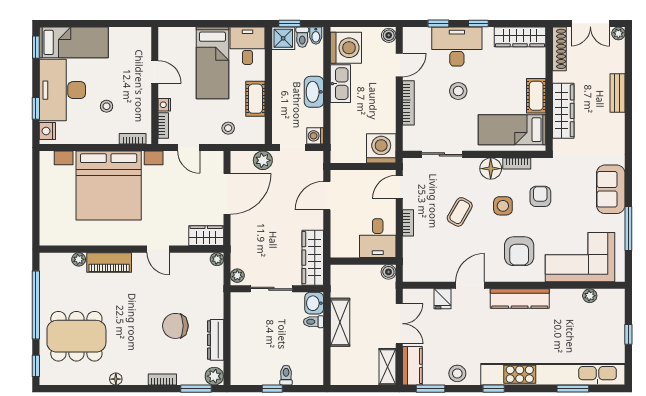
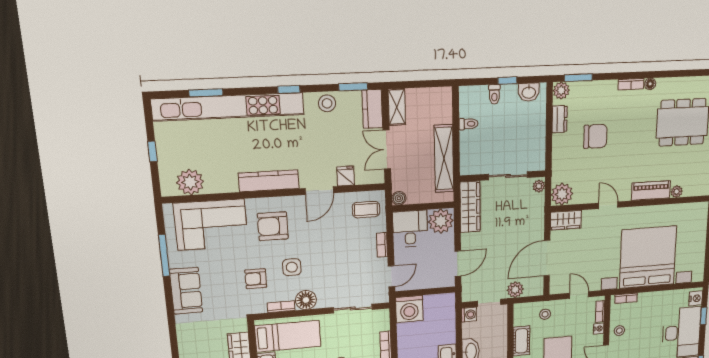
stool: (107, 106) -> (619, 331), moved
armchair: (540, 196) -> (256, 279), turned 90
coffee table: (460, 212) -> (366, 210), moved, turned 60
plant: (345, 244) -> (441, 221), added
armchair: (519, 251) -> (273, 226), turned -90
plant: (217, 259) -> (562, 194), width x1.88, depth x1.88
plant: (590, 296) -> (190, 182), width x1.87, depth x1.87
washbasin: (314, 303) -> (529, 92), moved, turned 90
toilet: (314, 322) -> (469, 124), moved
shelving: (340, 322) -> (444, 159), width x1.47
dresser: (216, 340) -> (560, 119), width x0.70
bookcase: (162, 380) -> (631, 84), moved

